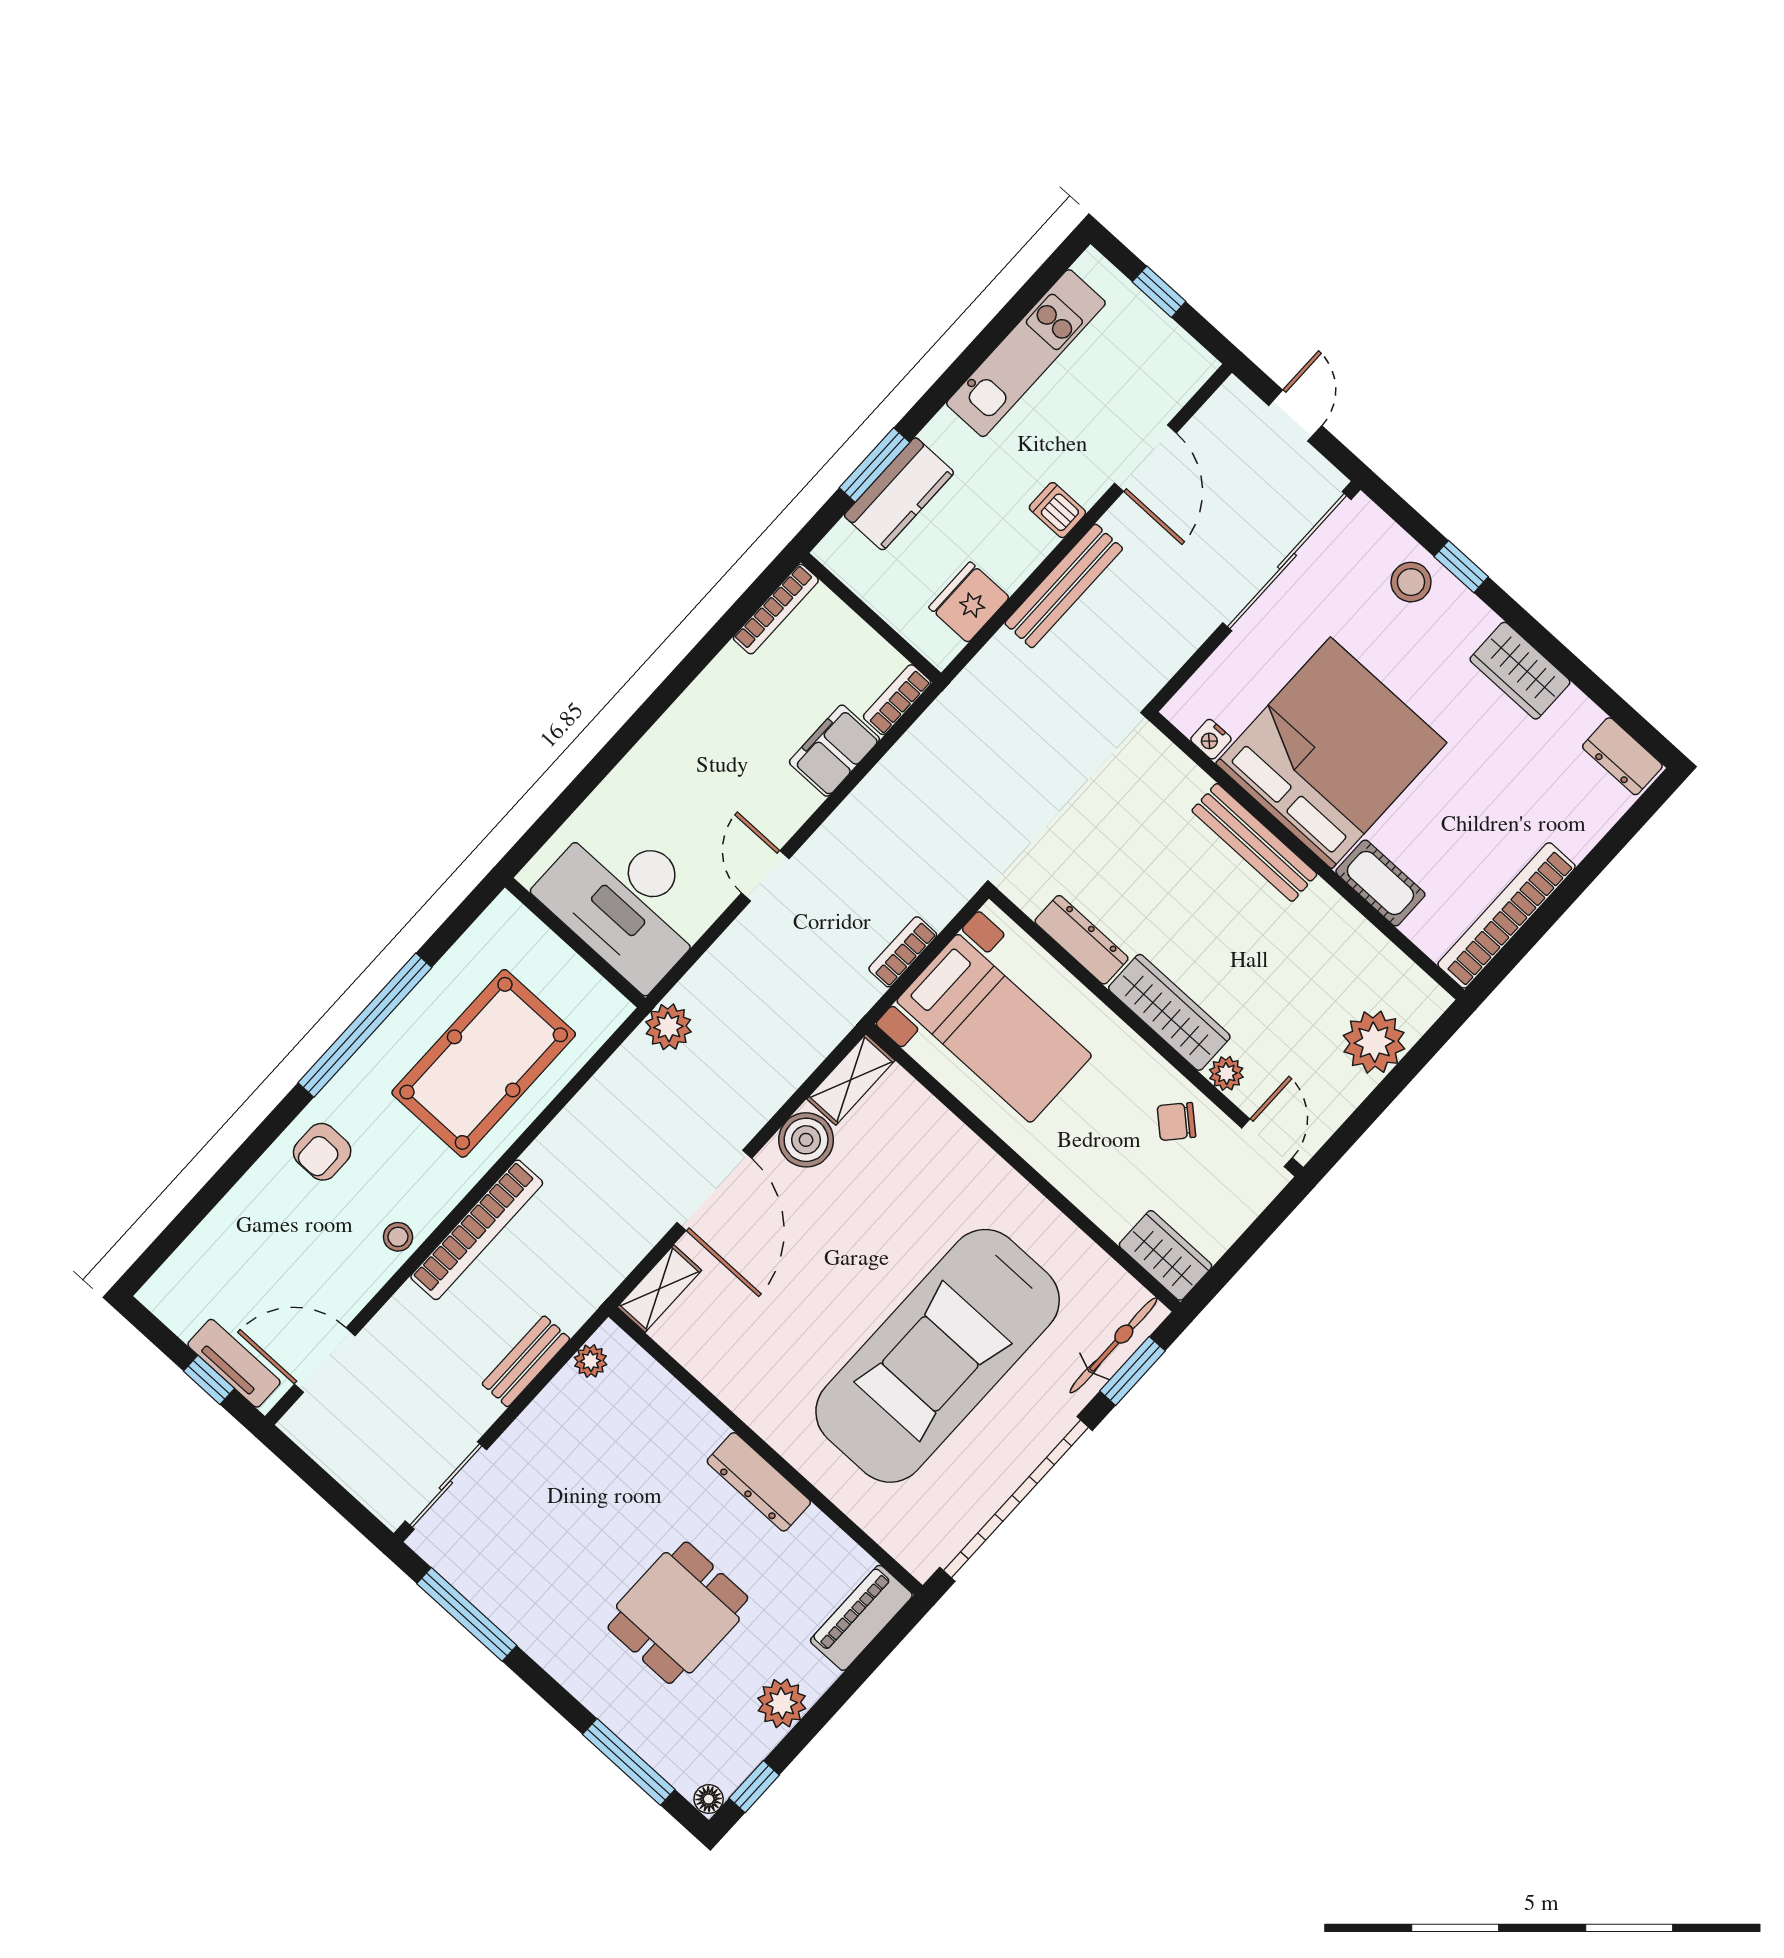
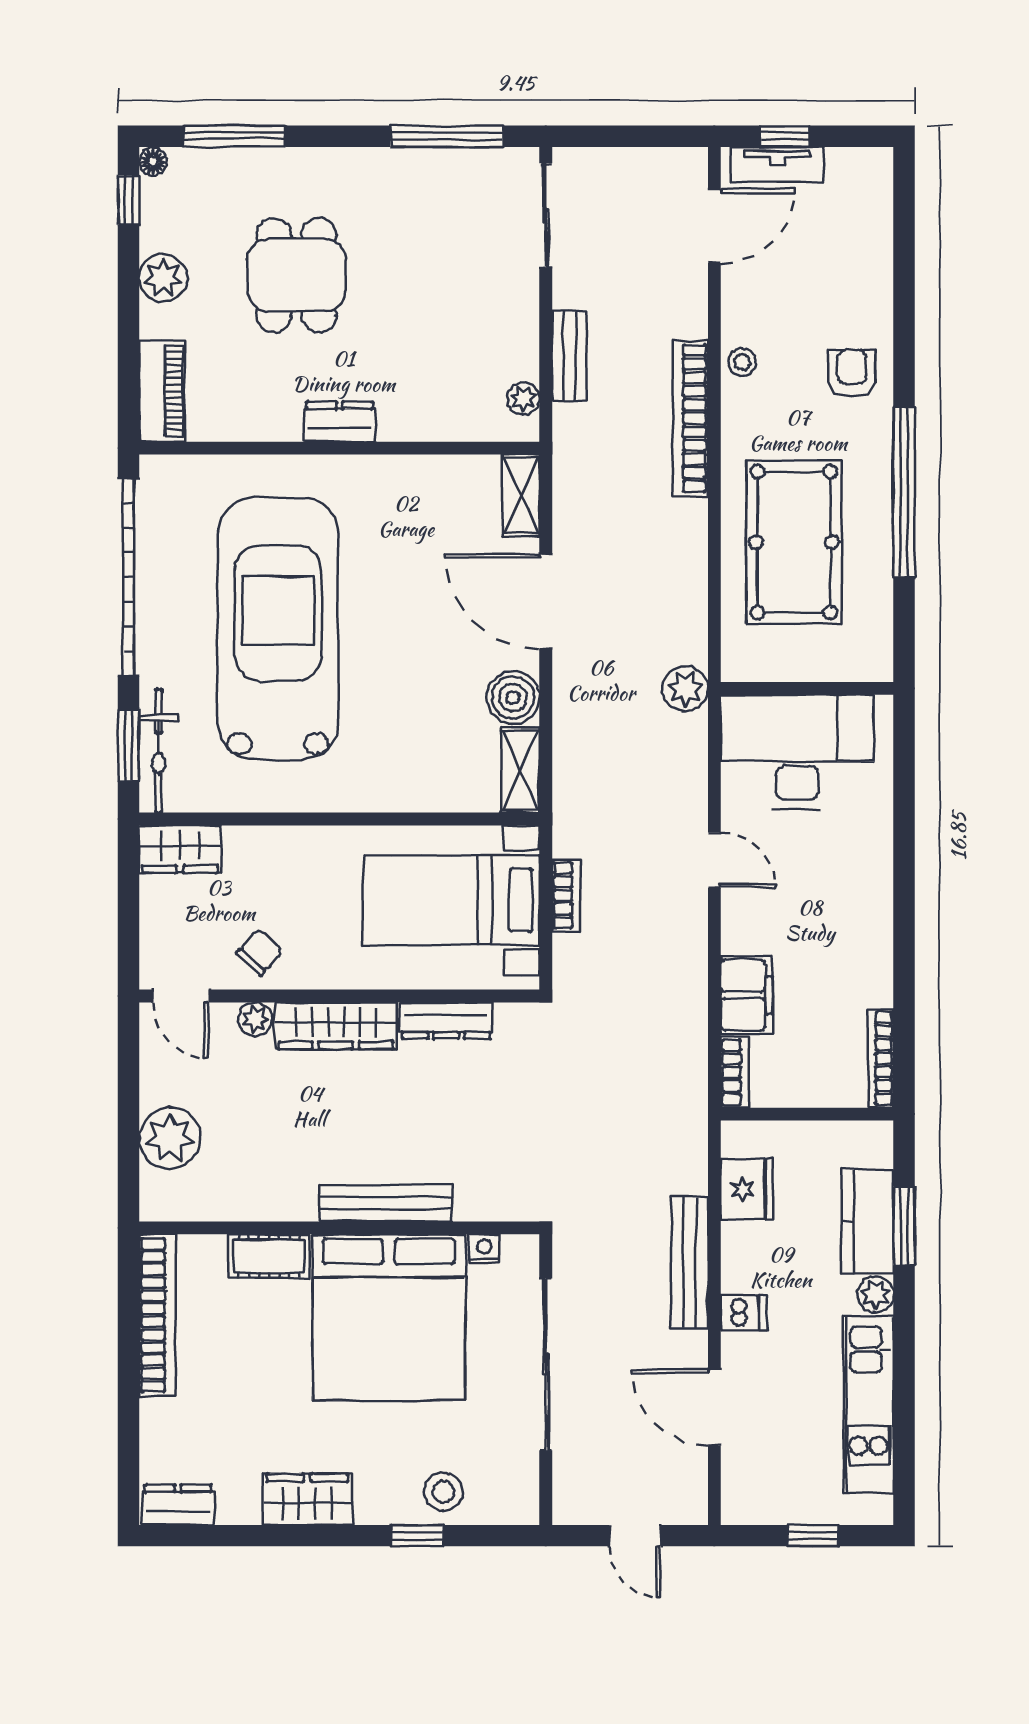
plant: (944, 432) -> (875, 1294), added
sliding door: (1287, 561) -> (546, 1364), moved
dresser: (759, 1482) -> (340, 422), width x0.70

